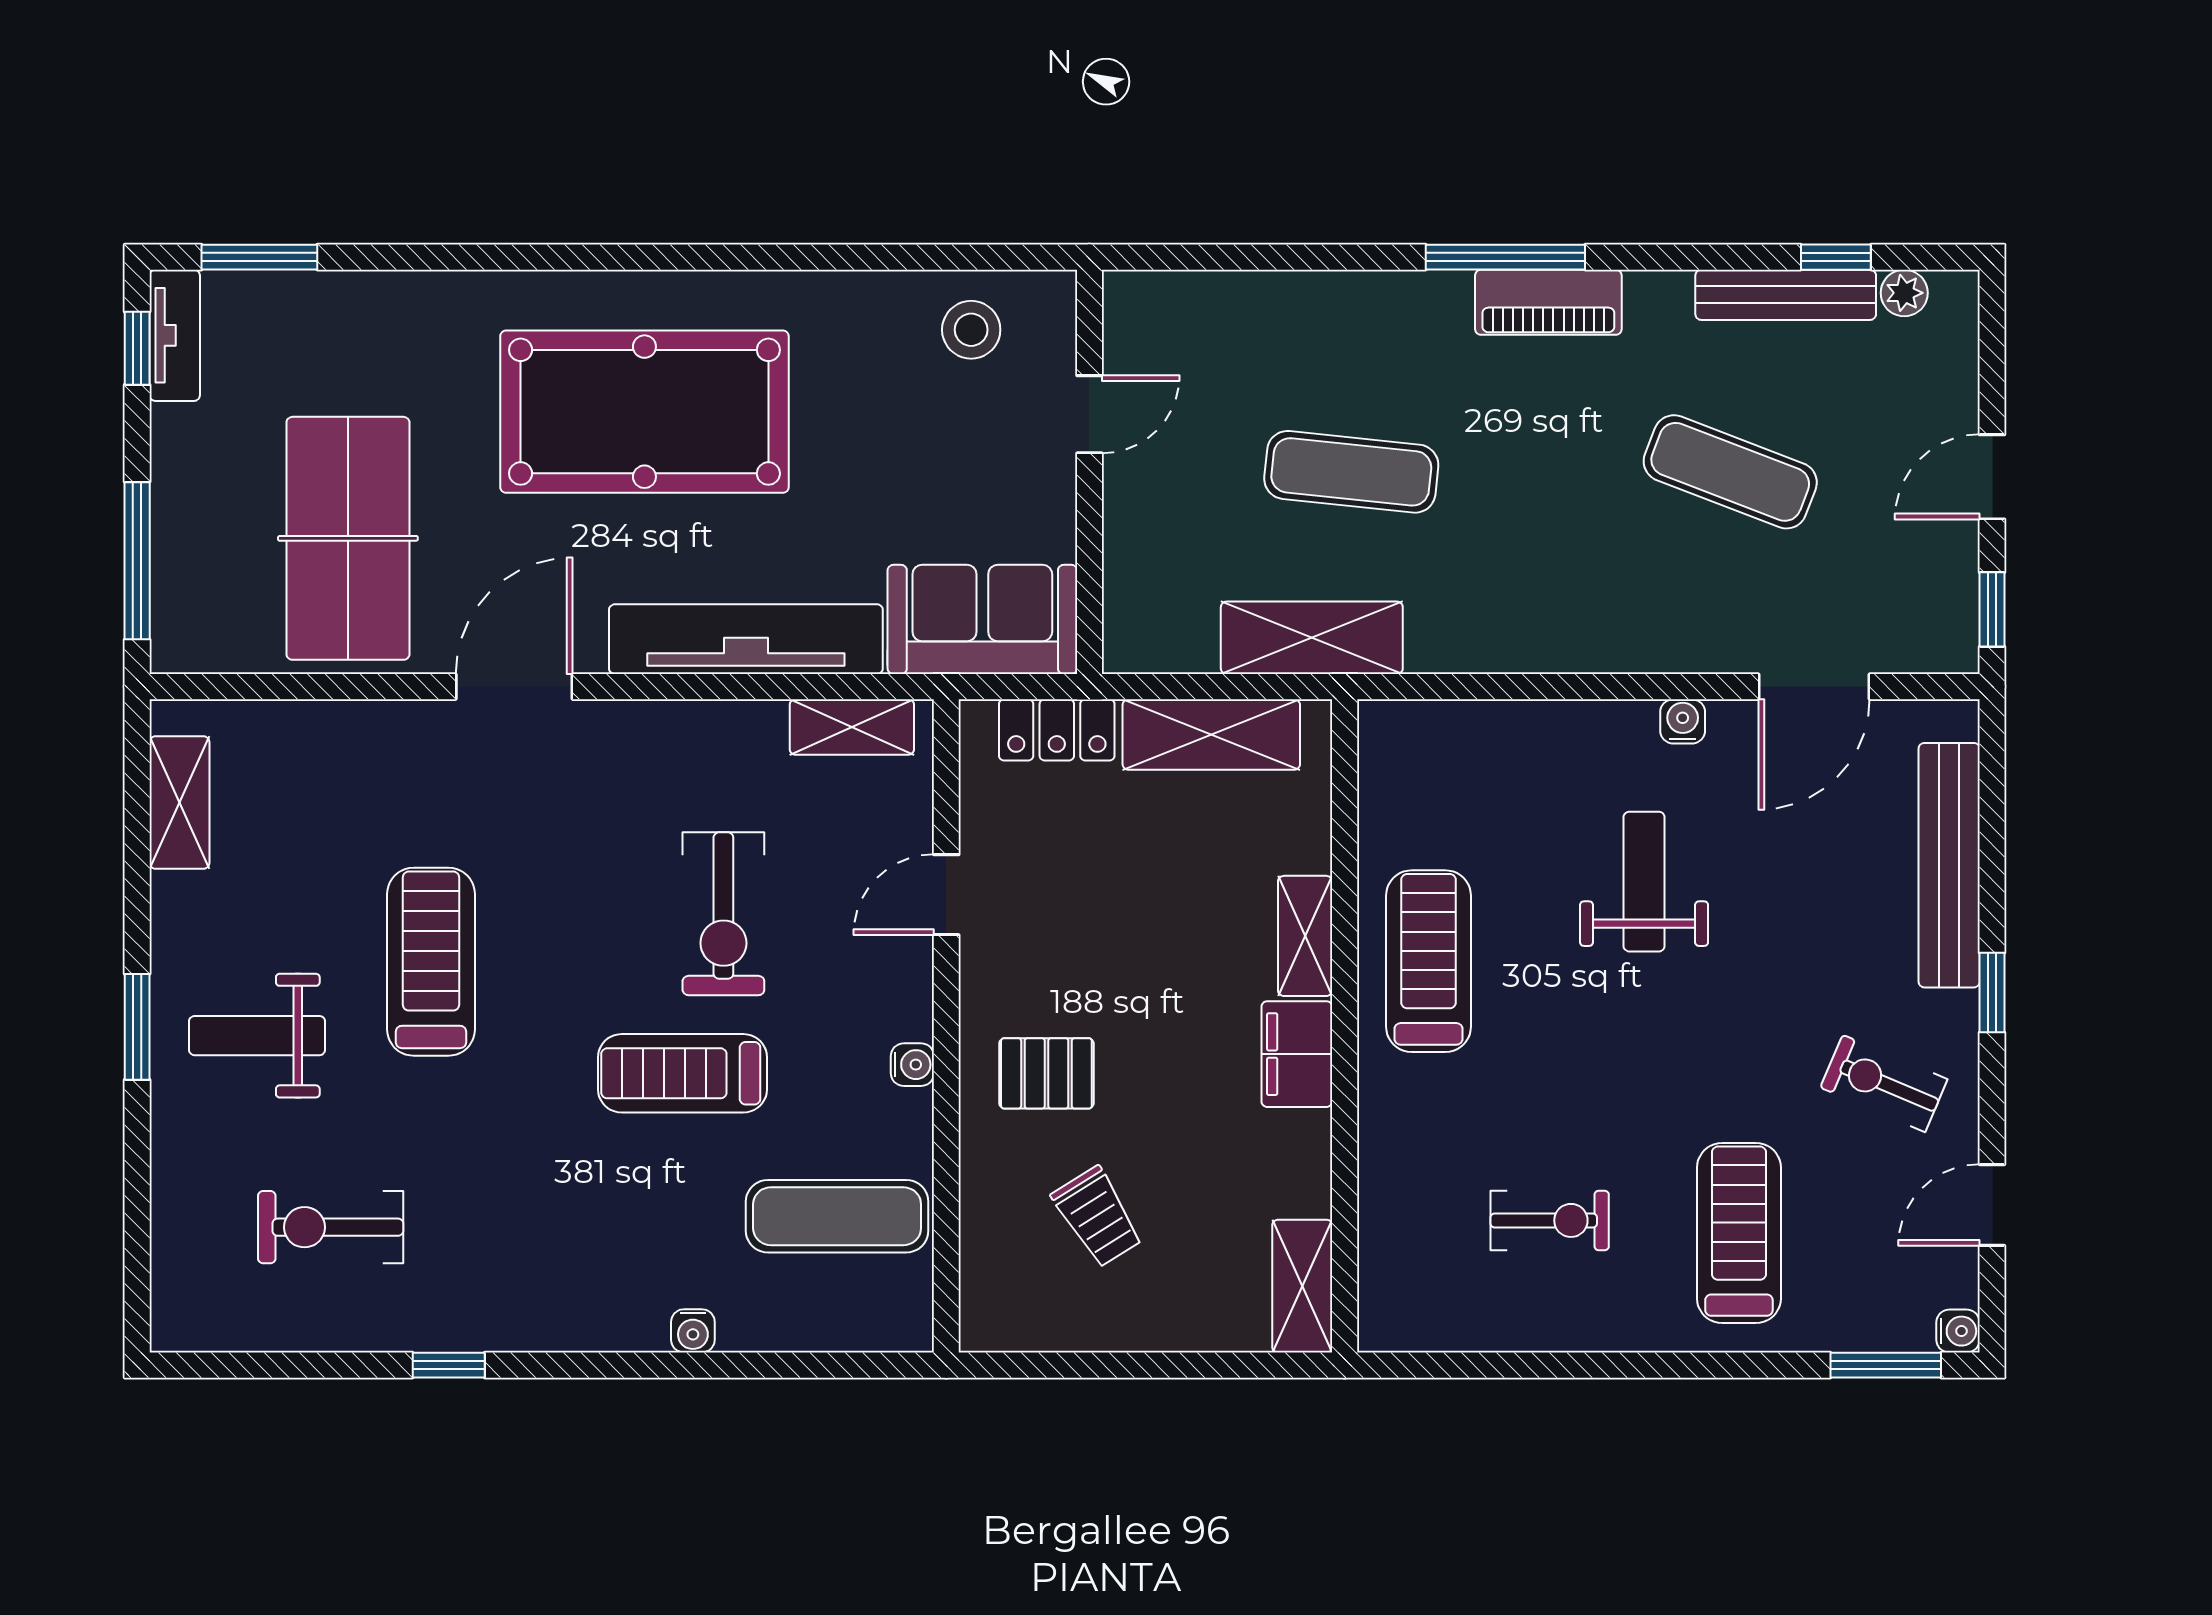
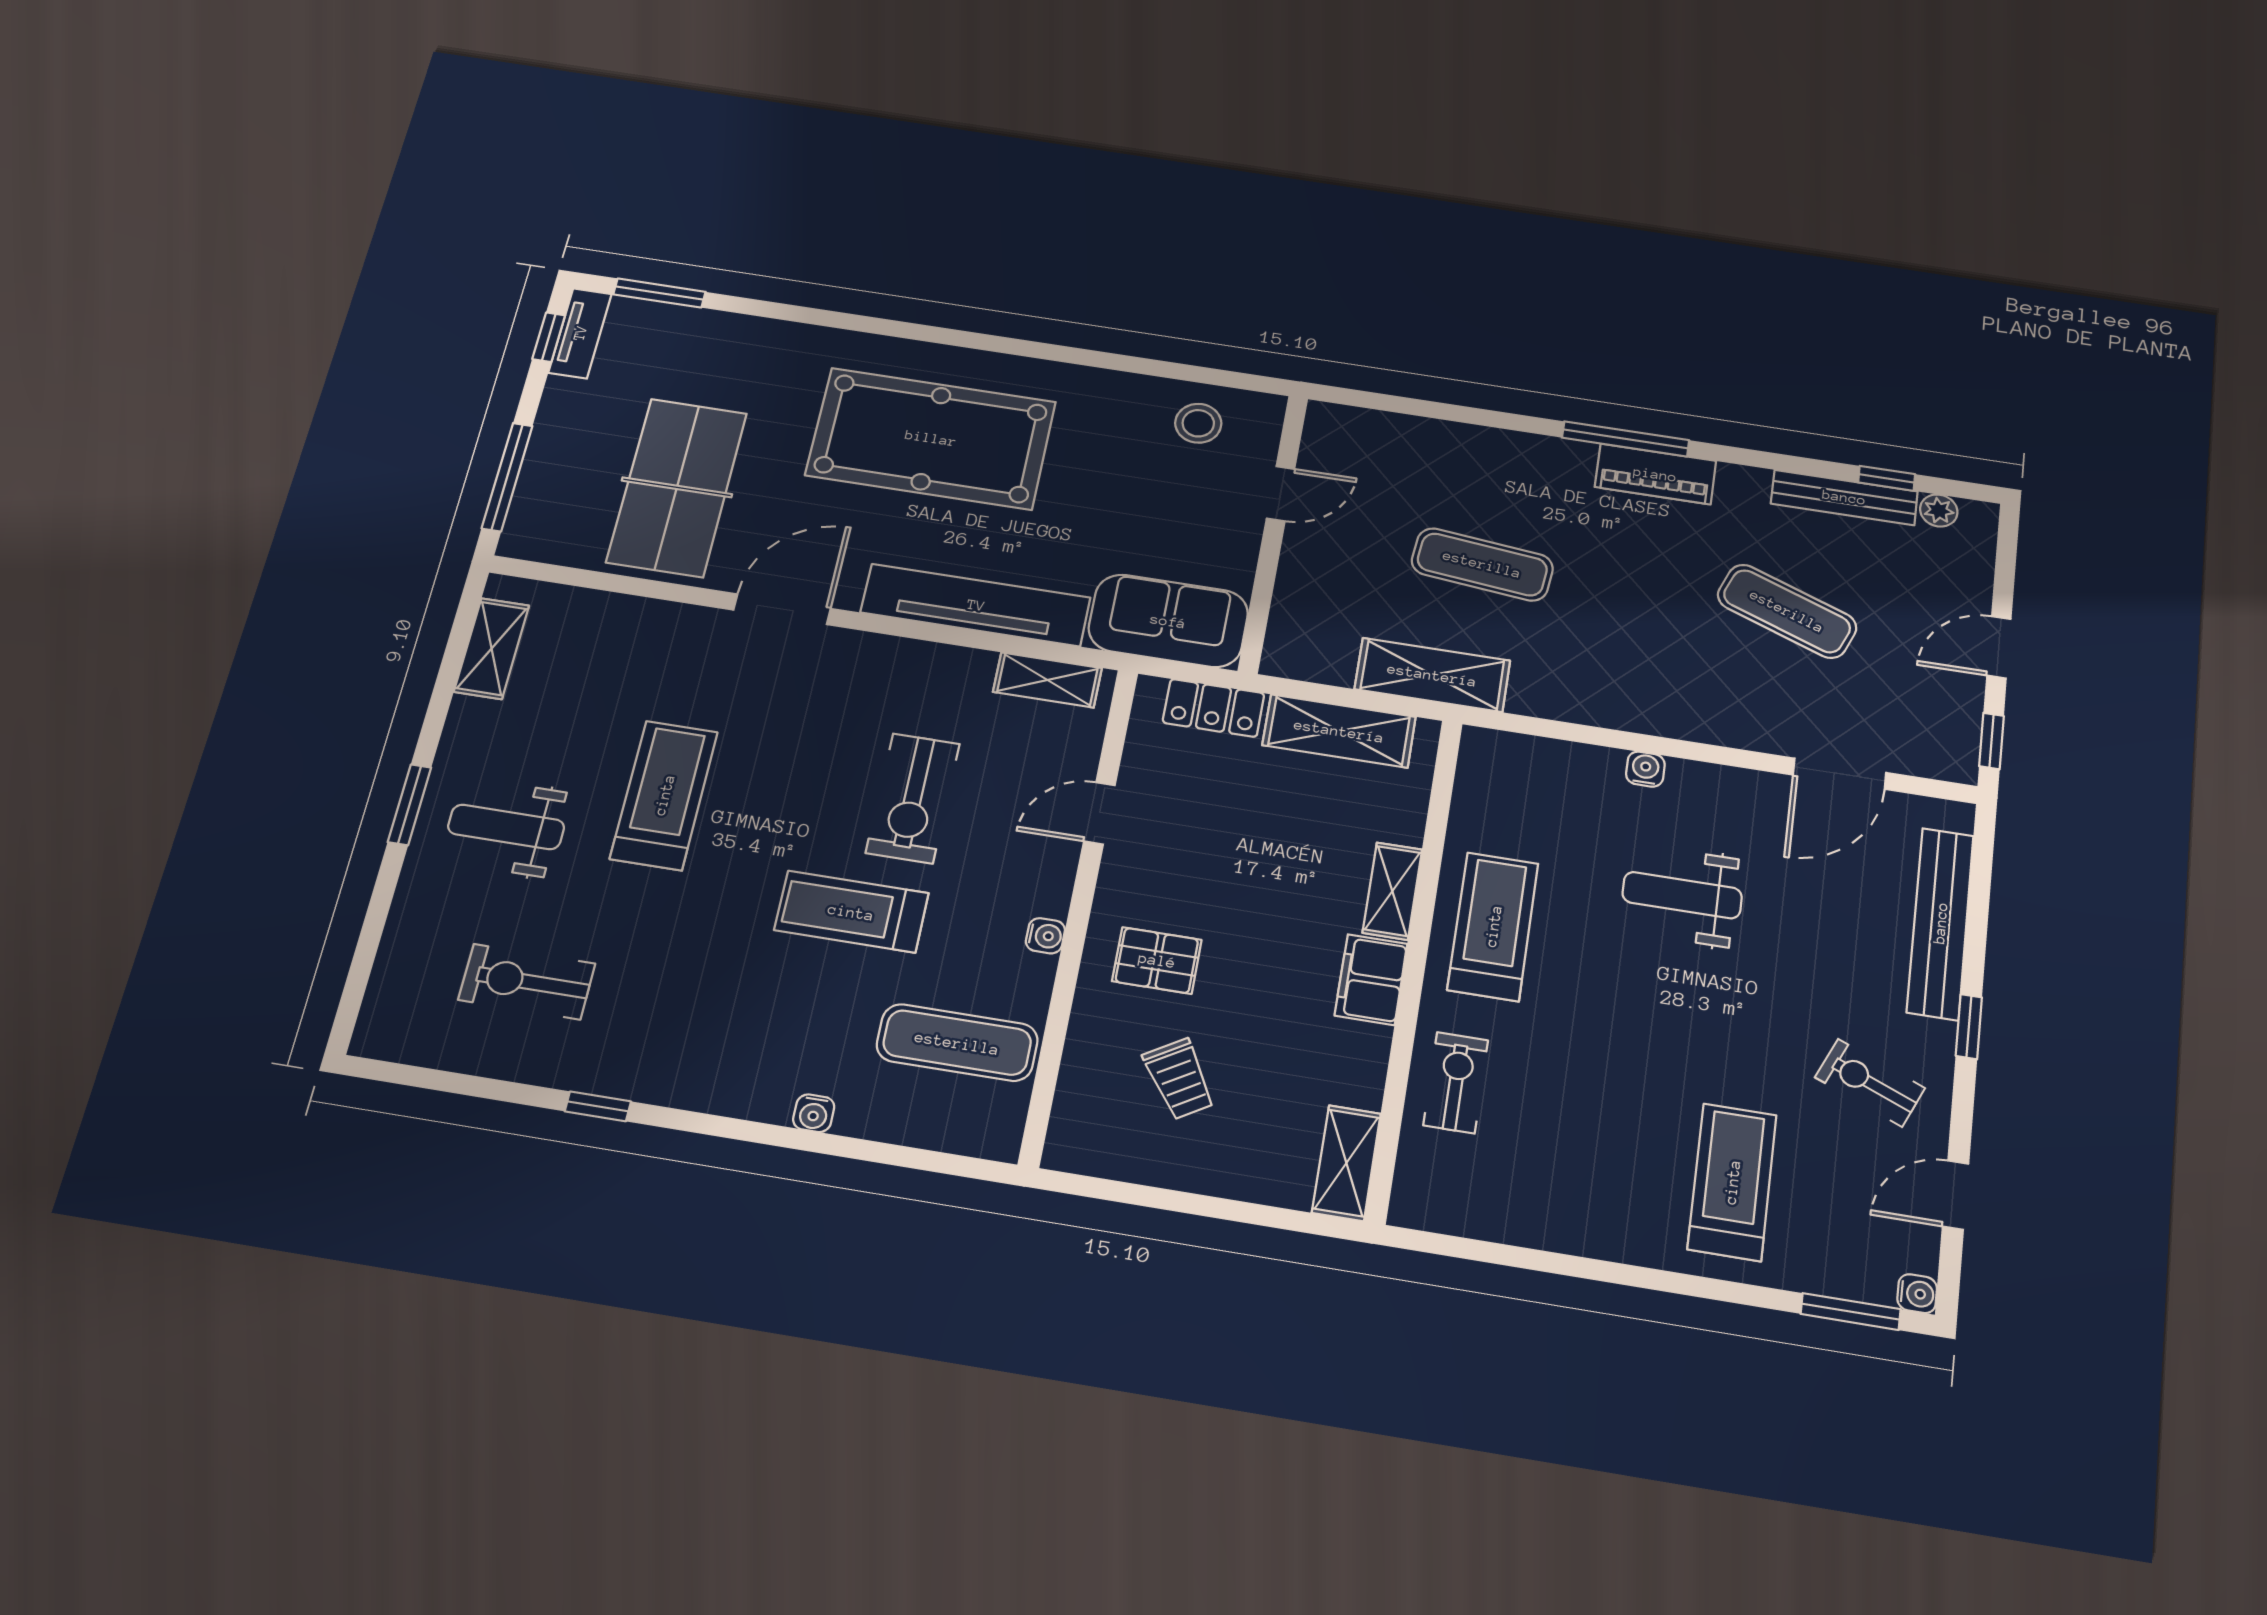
water cooler: (1683, 721) -> (1645, 769), moved
weight bench: (1644, 882) -> (1682, 895), turned -90
exercise bike: (1550, 1220) -> (1456, 1083), moved, turned -90

